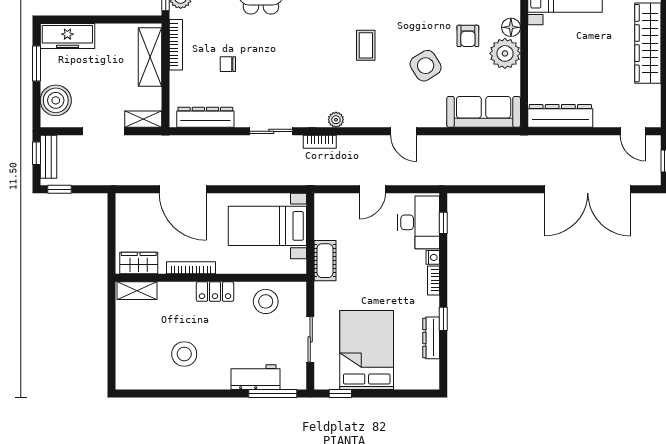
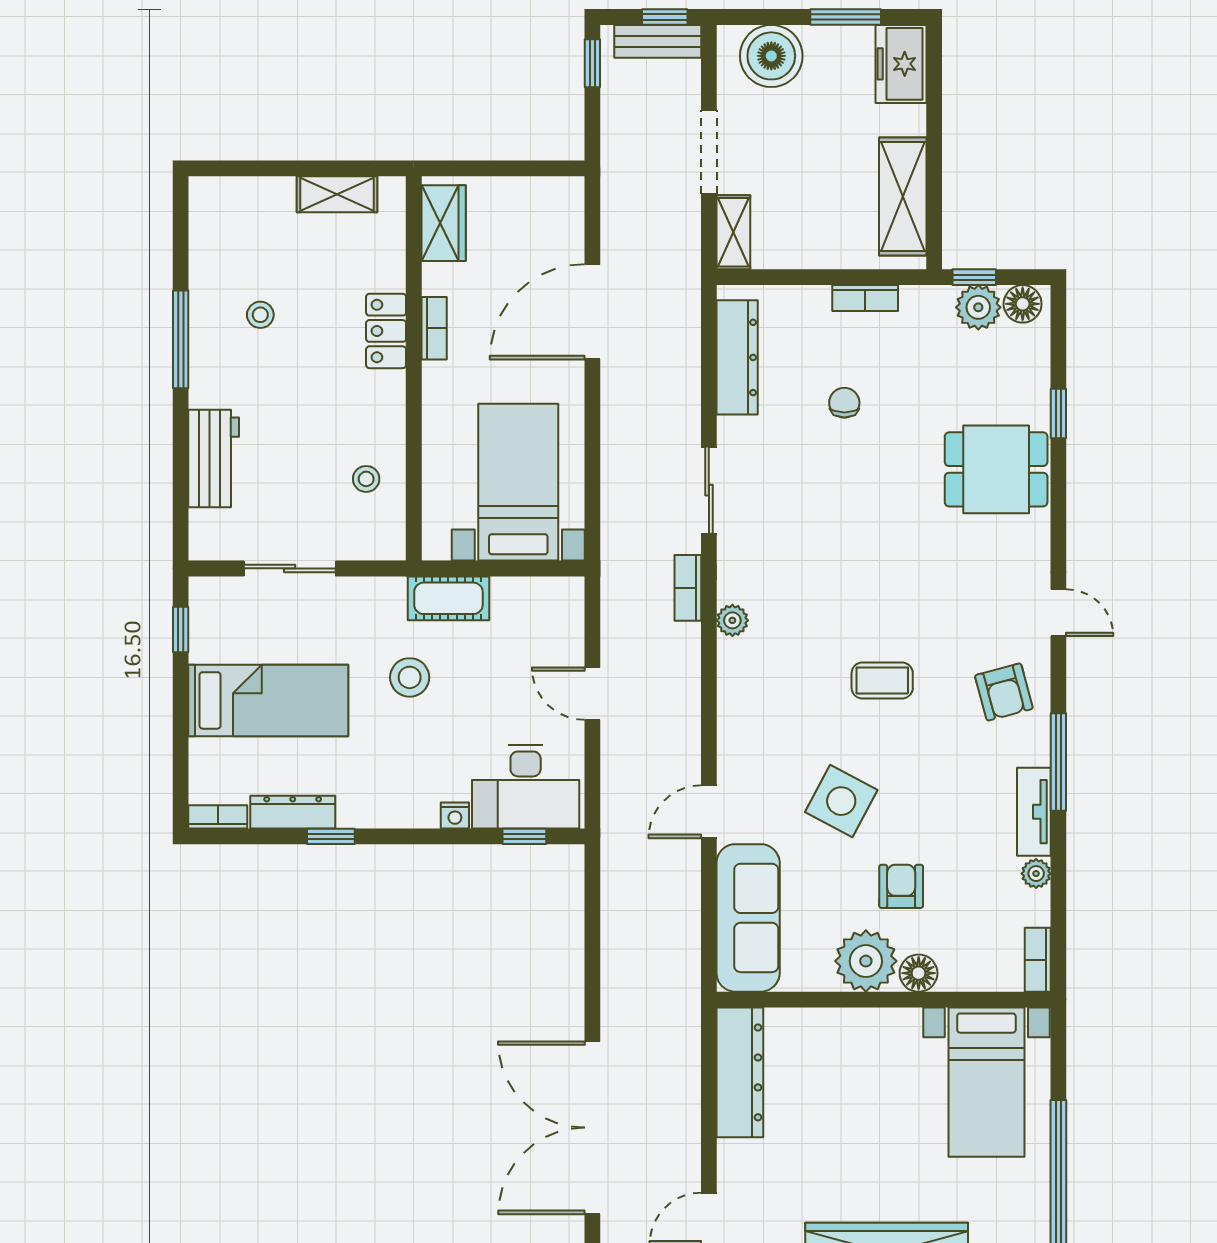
freezer: (67, 36) -> (901, 64), width x0.71
armchair: (468, 36) -> (901, 886), turned 90
bookcase: (176, 45) -> (865, 298), width x0.64
shelving: (150, 57) -> (903, 196), moved, turned 90
side table: (426, 66) -> (841, 801), turned -30
door: (404, 131) -> (709, 812), moved
bookcase: (191, 268) -> (434, 328), width x0.64
stool: (364, 280) -> (410, 677), added
bookcase: (433, 280) -> (218, 817), moved
shelving: (137, 291) -> (337, 194), moved, turned 90
locker: (215, 292) -> (386, 331), moved
stool: (266, 301) -> (366, 479), width x0.53, depth x0.53
bed: (367, 350) -> (268, 700), width x0.67
stool: (184, 354) -> (260, 315), width x0.53, depth x0.53
window: (273, 394) -> (181, 339), moved

